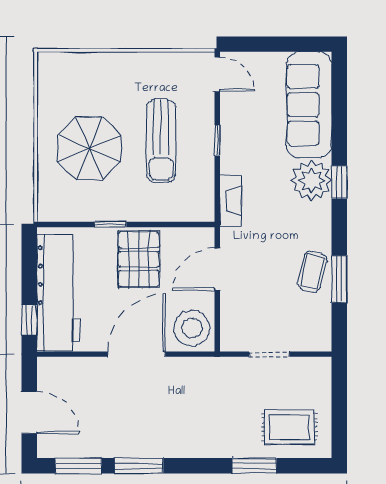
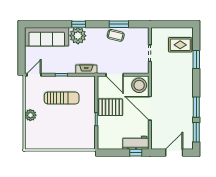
plant: (120, 66) -> (30, 115), added
parasol: (89, 148) -> (65, 128), removed
workbench: (58, 293) -> (136, 143), width x0.53, depth x0.76
rug: (290, 427) -> (180, 45), turned 90

